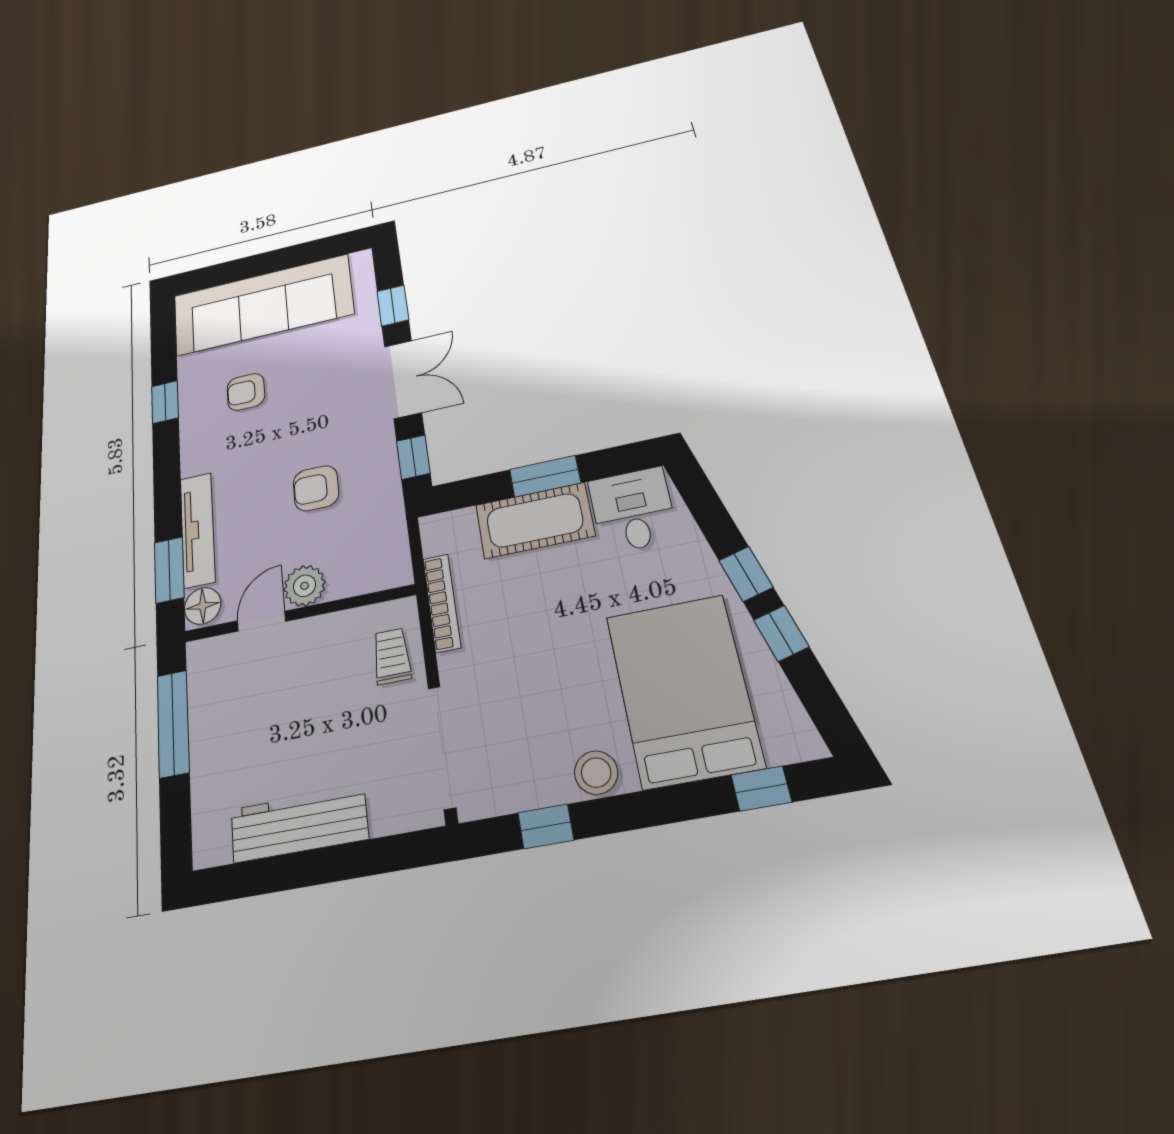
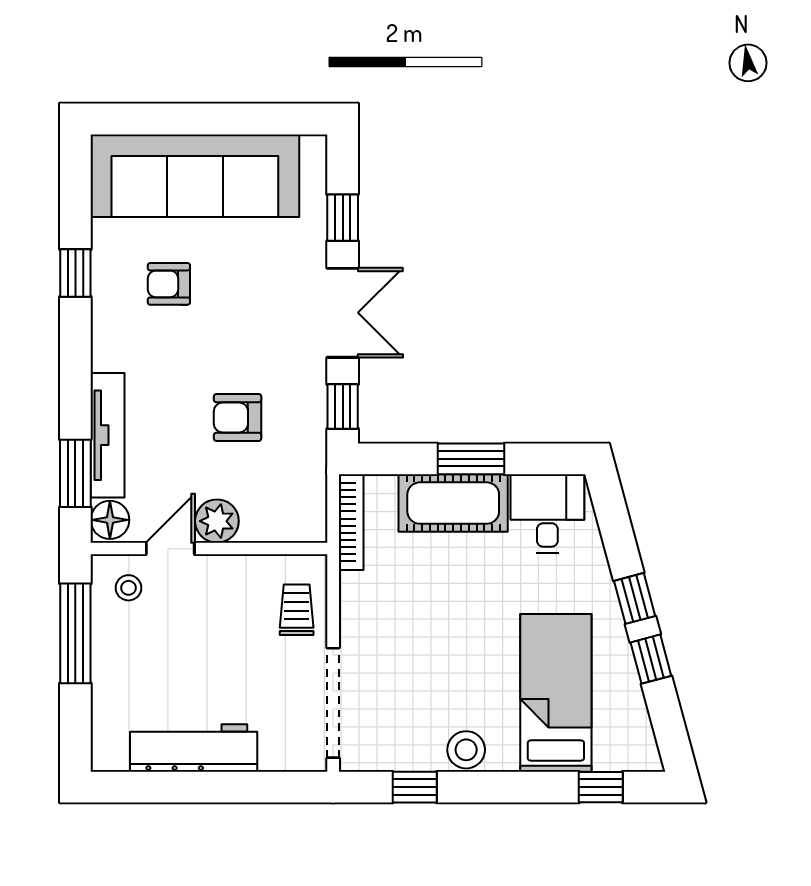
bookcase: (442, 603) -> (351, 522), moved
stool: (223, 668) -> (128, 588), added
bed: (684, 690) -> (556, 693), width x0.67

